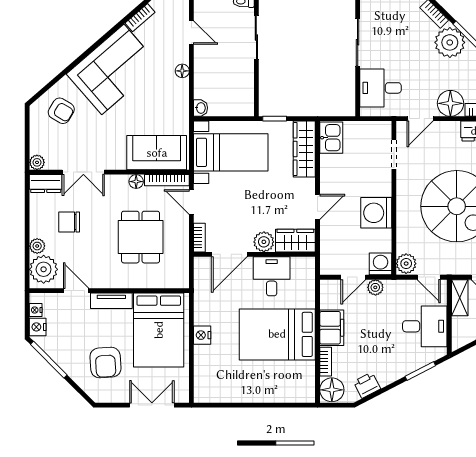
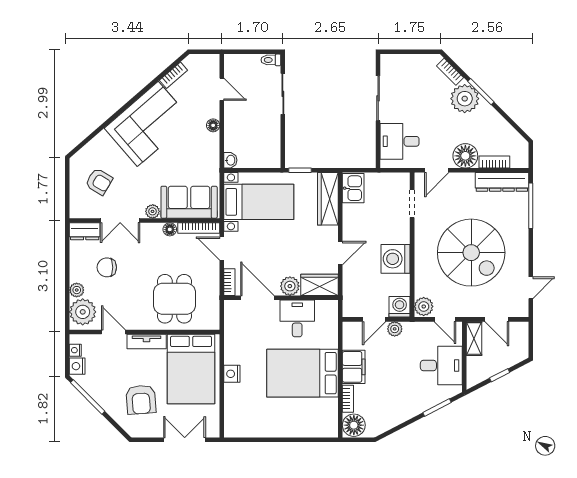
armchair: (61, 111) -> (99, 182), moved
plant: (37, 162) -> (153, 211), moved
dining table: (141, 237) -> (174, 299), moved
door: (229, 254) -> (257, 298), swing flipped
printer: (367, 385) -> (387, 421), removed

